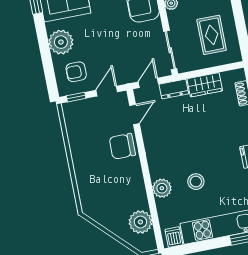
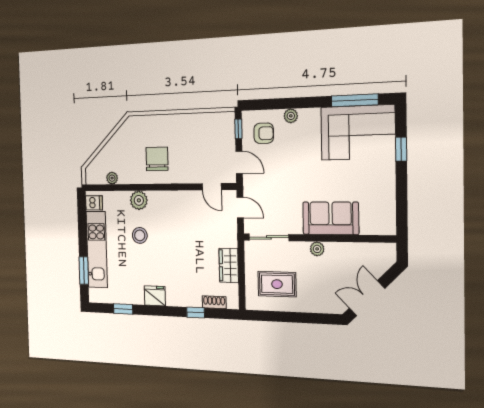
plant: (61, 42) -> (291, 116), width x0.53, depth x0.53
armchair: (76, 72) -> (264, 133), turned 90
dresser: (174, 89) -> (230, 233), removed
chair: (122, 146) -> (157, 159), moved
plant: (140, 222) -> (112, 178), width x0.53, depth x0.53

